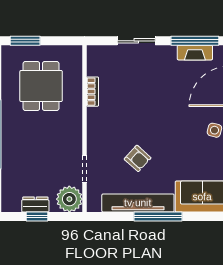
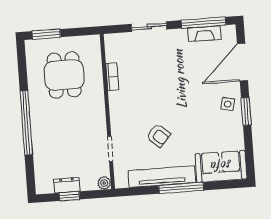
plant: (69, 199) -> (104, 183), width x0.53, depth x0.53

